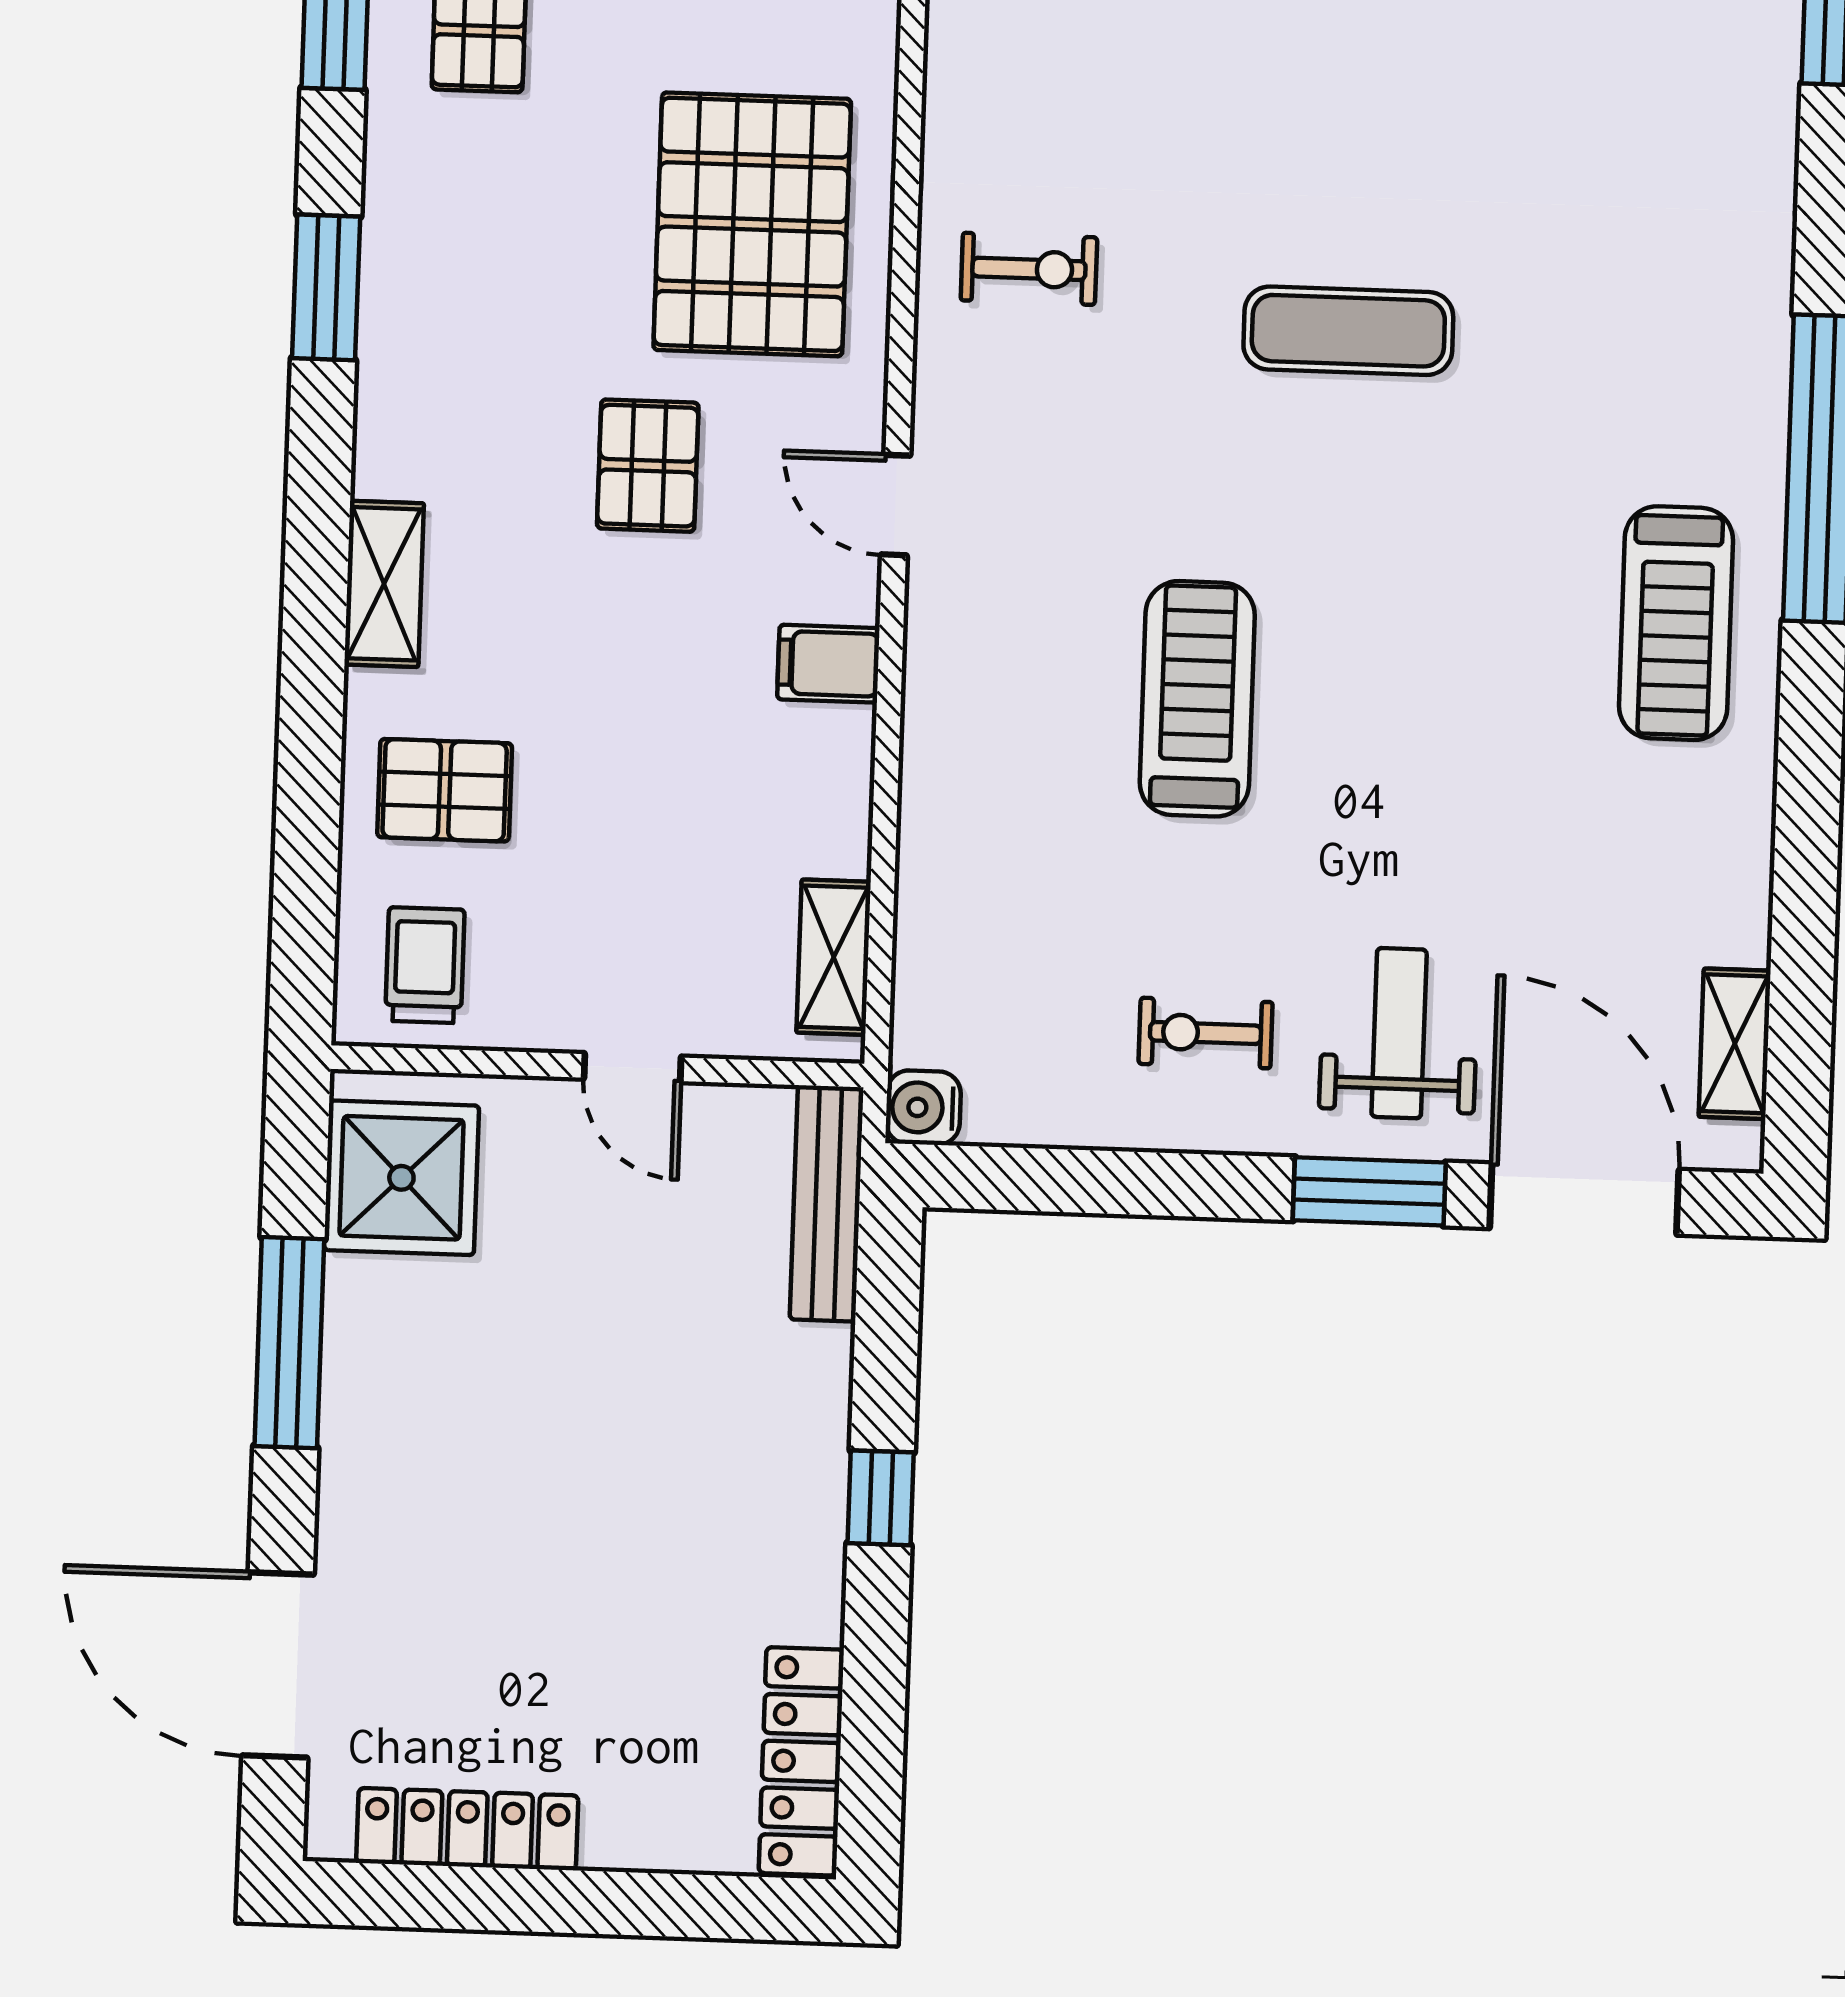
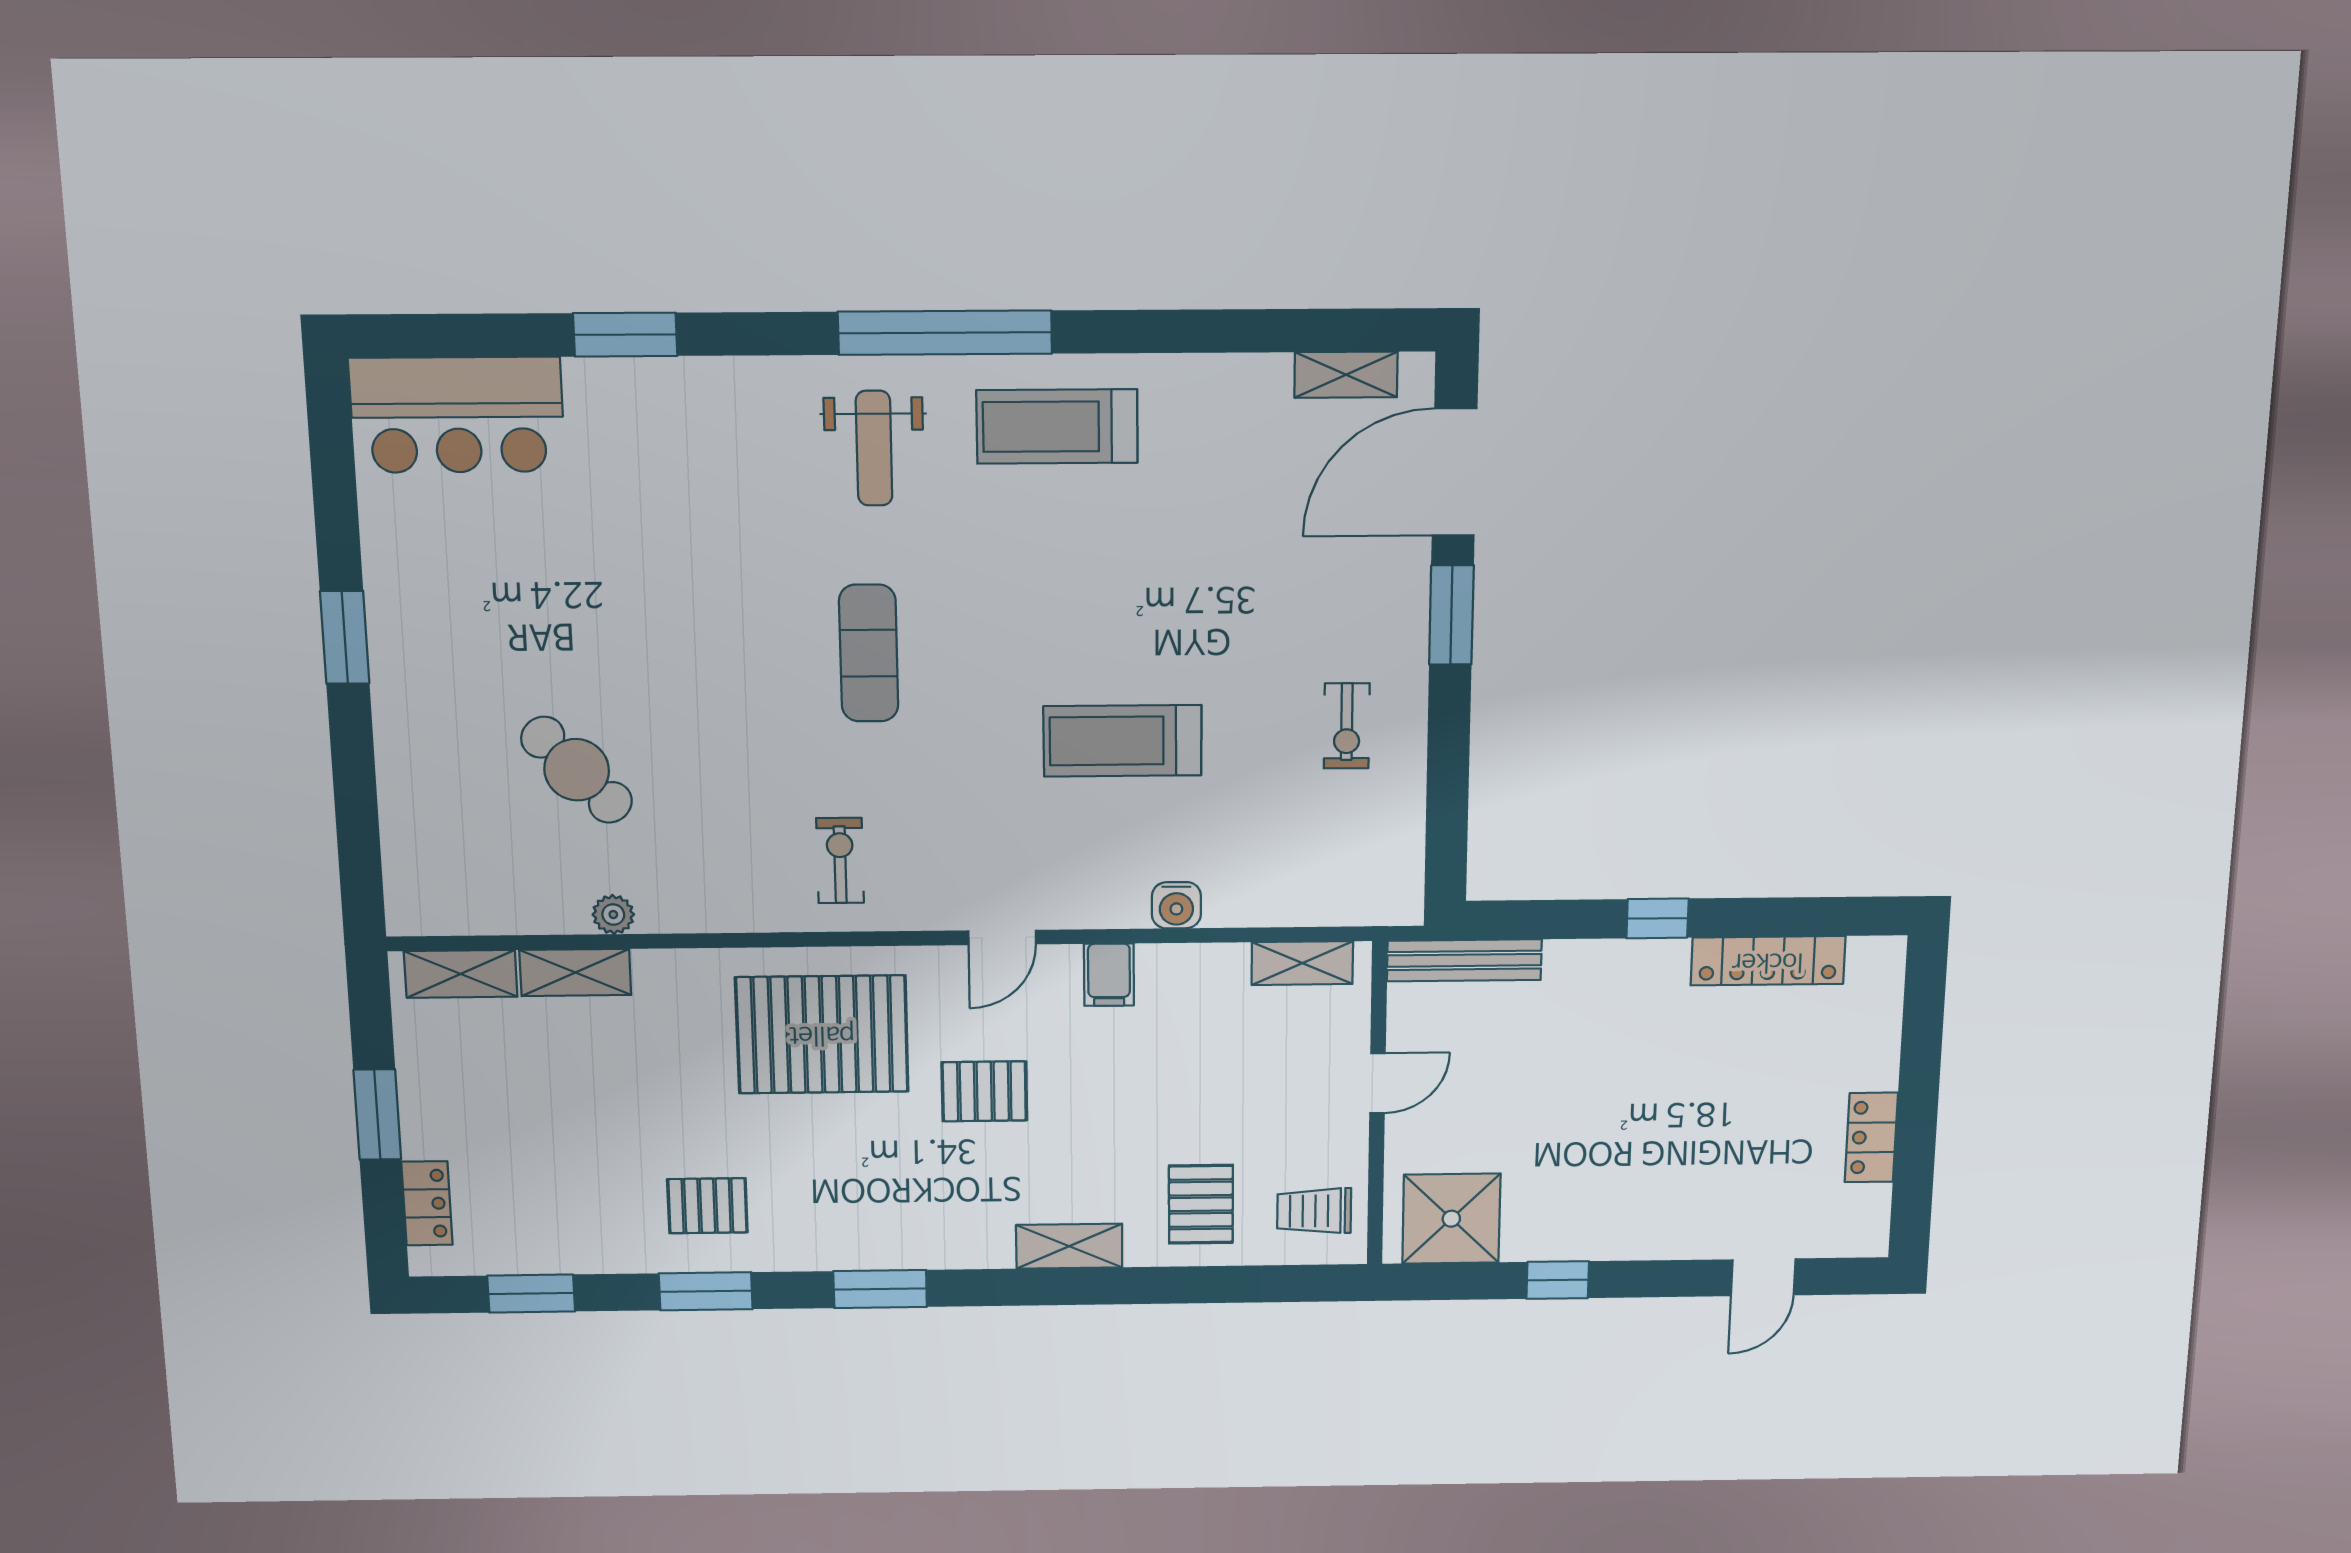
treadmill: (1676, 623) -> (1057, 427), turned 180
weight bench: (1399, 1033) -> (874, 448), moved, turned -90
water cooler: (923, 1108) -> (1176, 905), moved
window: (289, 1343) -> (1558, 1280), width x0.46
door: (278, 1665) -> (1763, 1277), width x0.53
locker: (801, 1761) -> (1768, 961), moved
locker: (467, 1829) -> (1871, 1137), width x0.66

